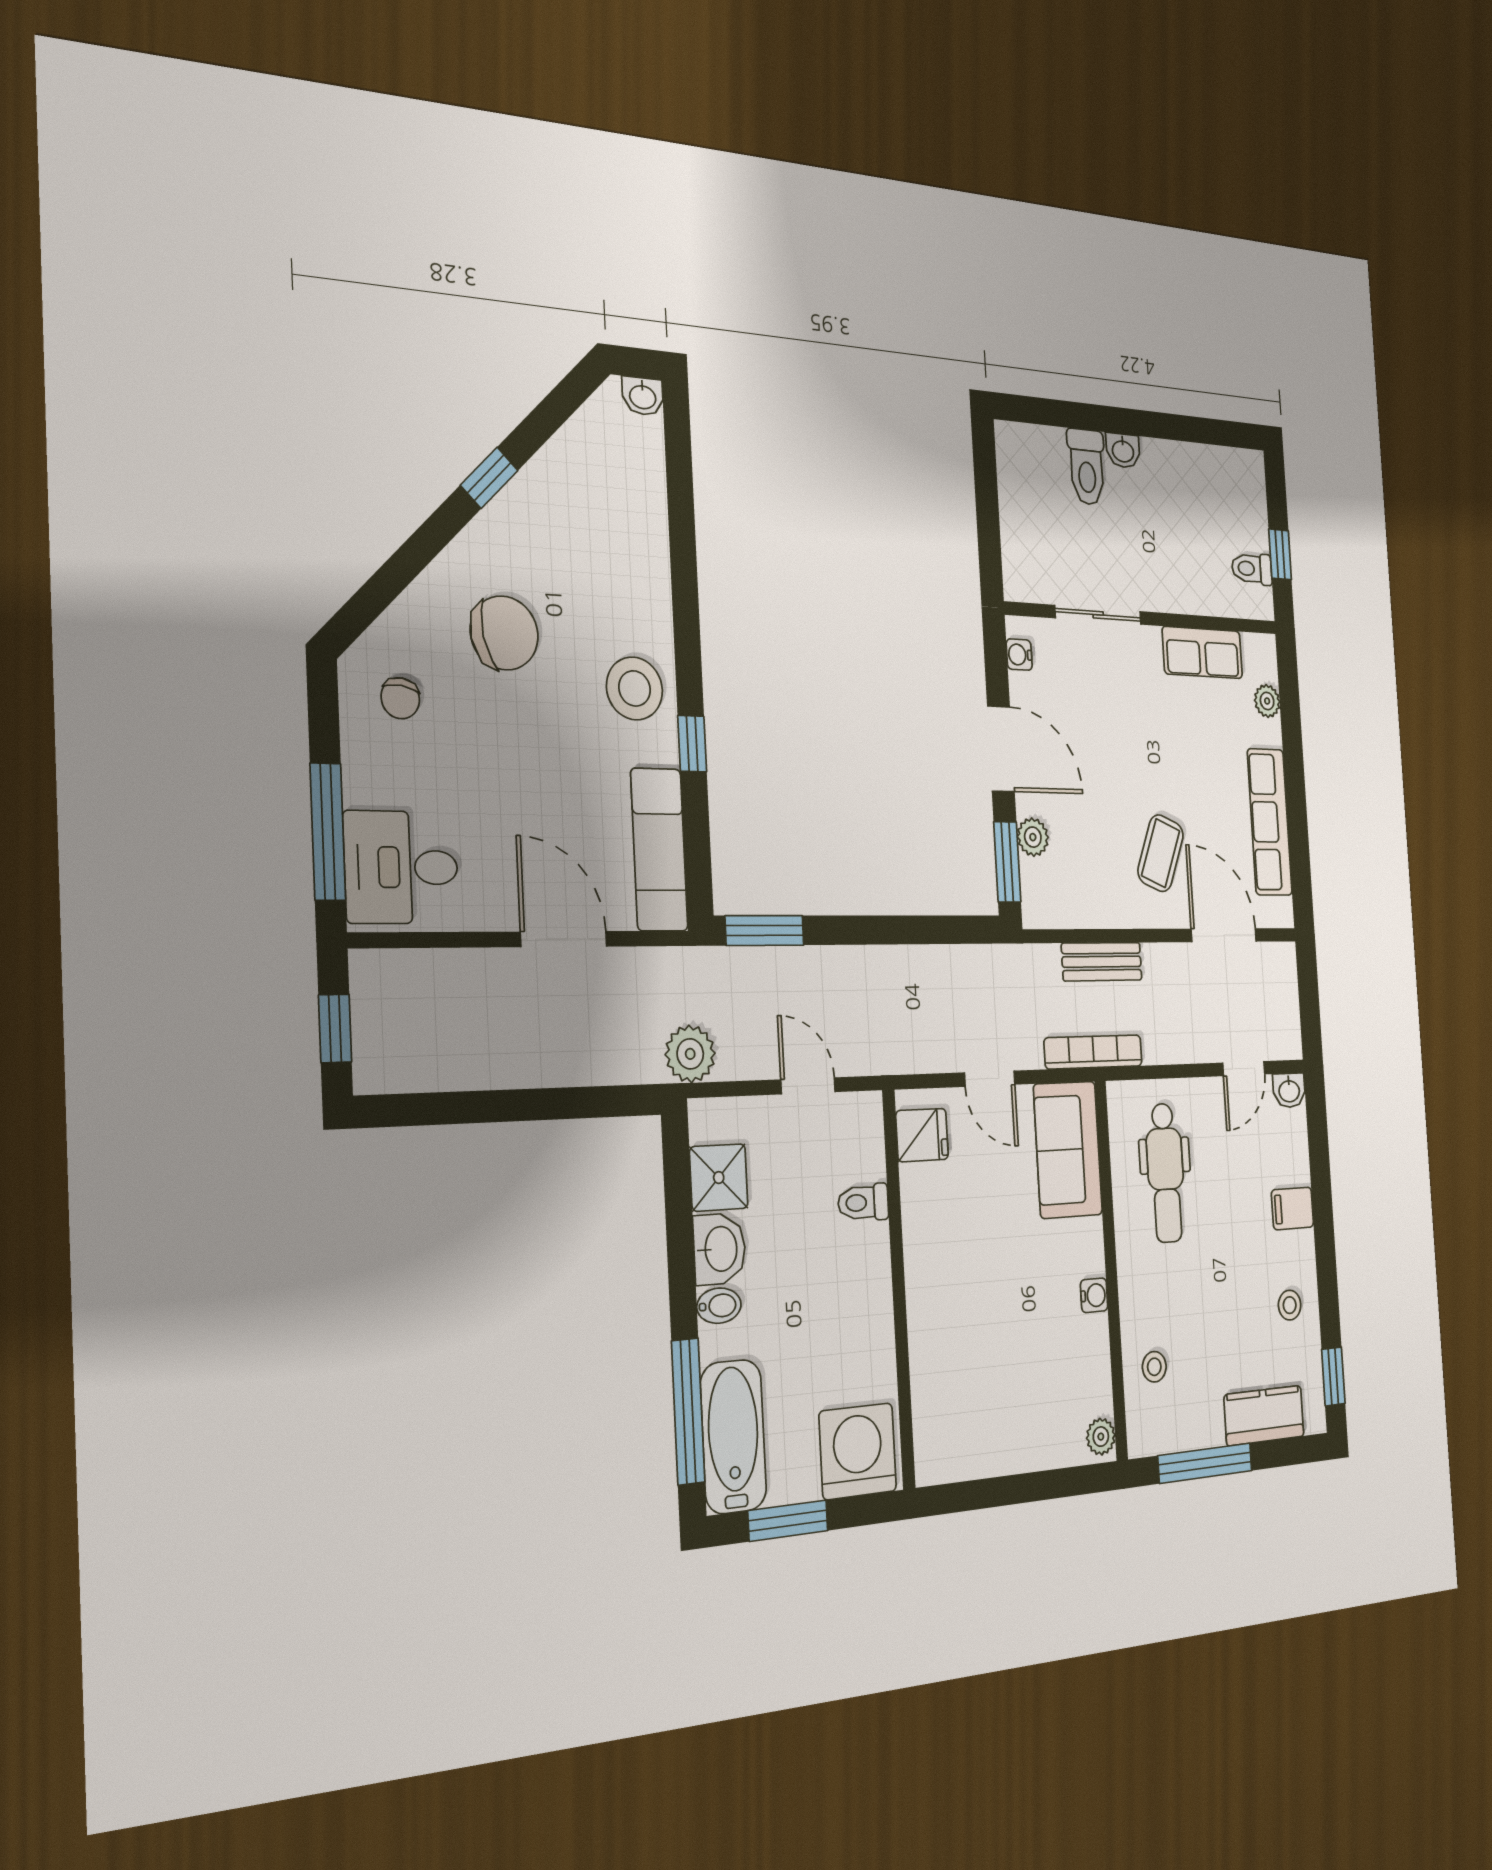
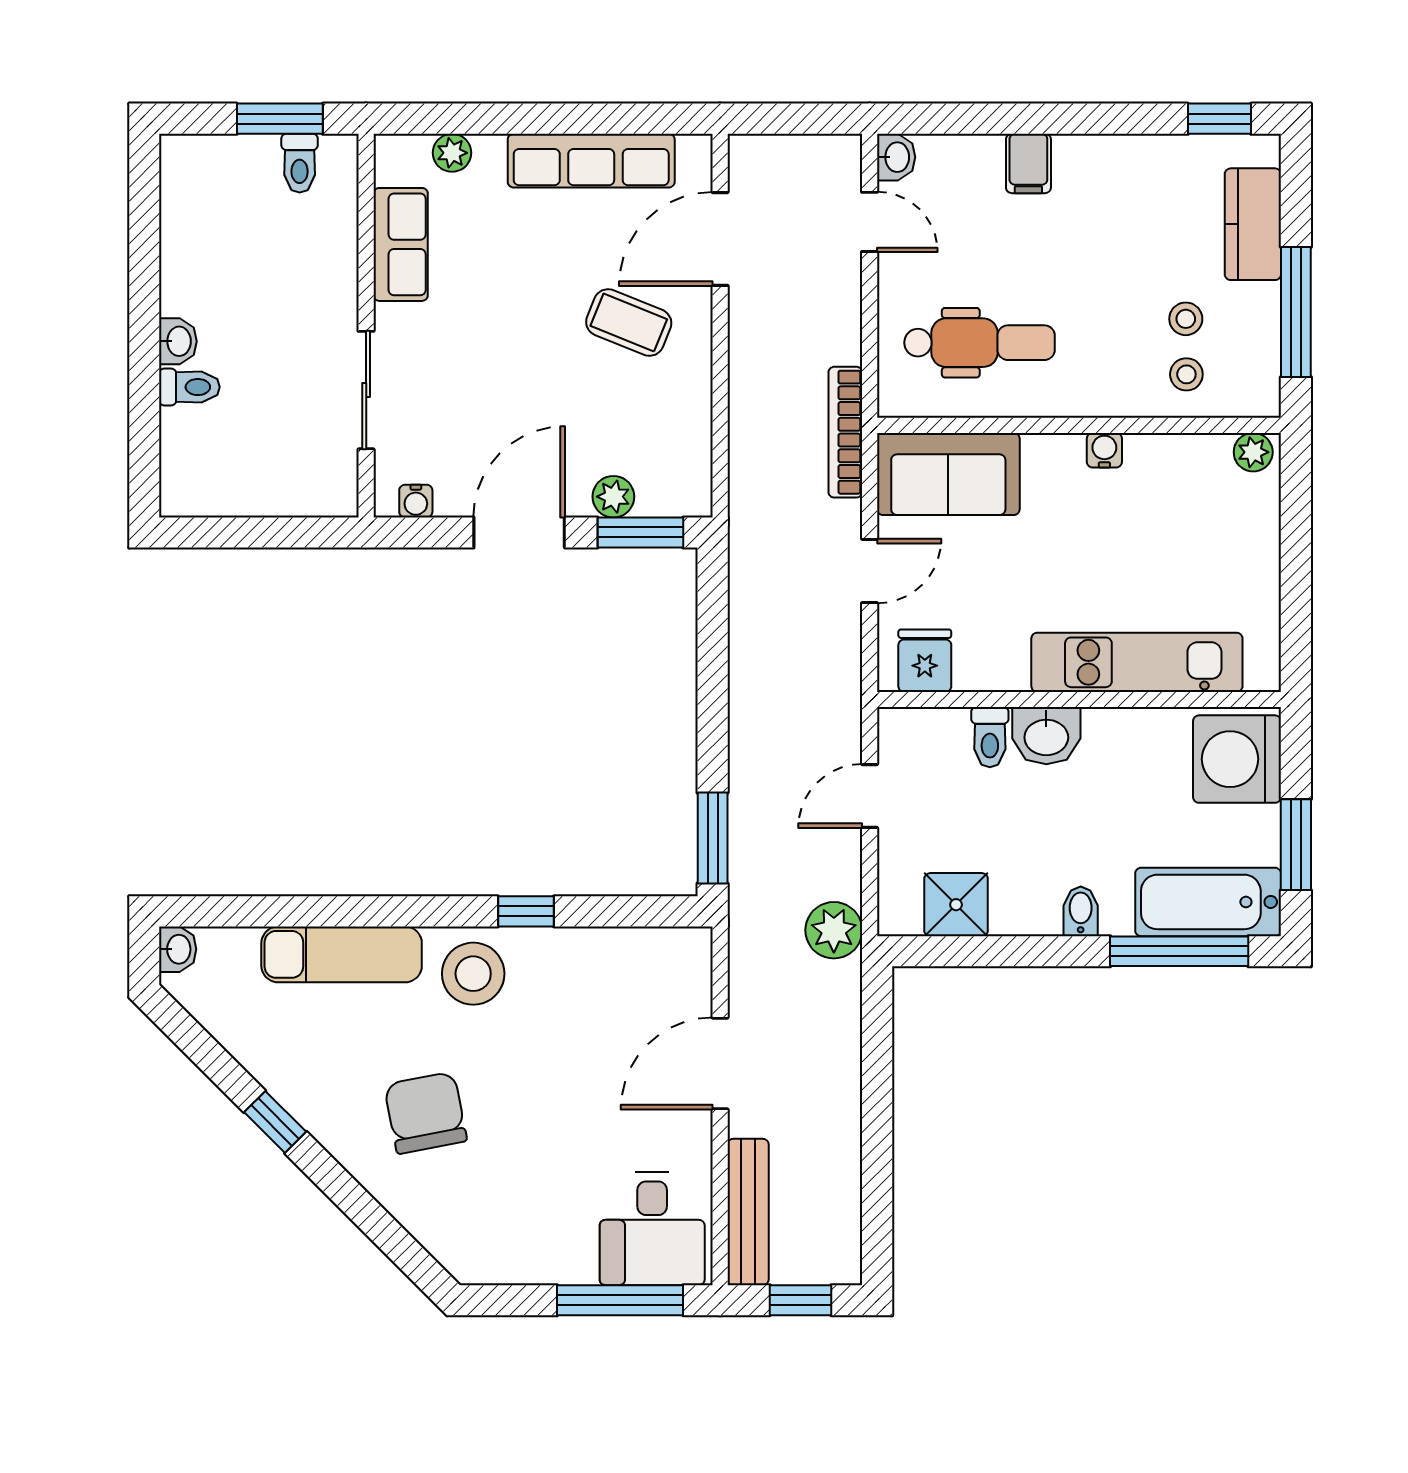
toilet: (1087, 467) -> (189, 387), width x0.73, depth x0.72
window: (1280, 554) -> (280, 119), width x1.50
chair: (400, 698) -> (493, 1223), removed
exam couch: (659, 850) -> (342, 954), moved
bench: (1102, 962) -> (748, 1212), moved, width x1.36
washbasin: (720, 1249) -> (1046, 736), moved, turned 180
stool: (1290, 1305) -> (1186, 319), moved
kitchen unit: (932, 1343) -> (1137, 662), added

